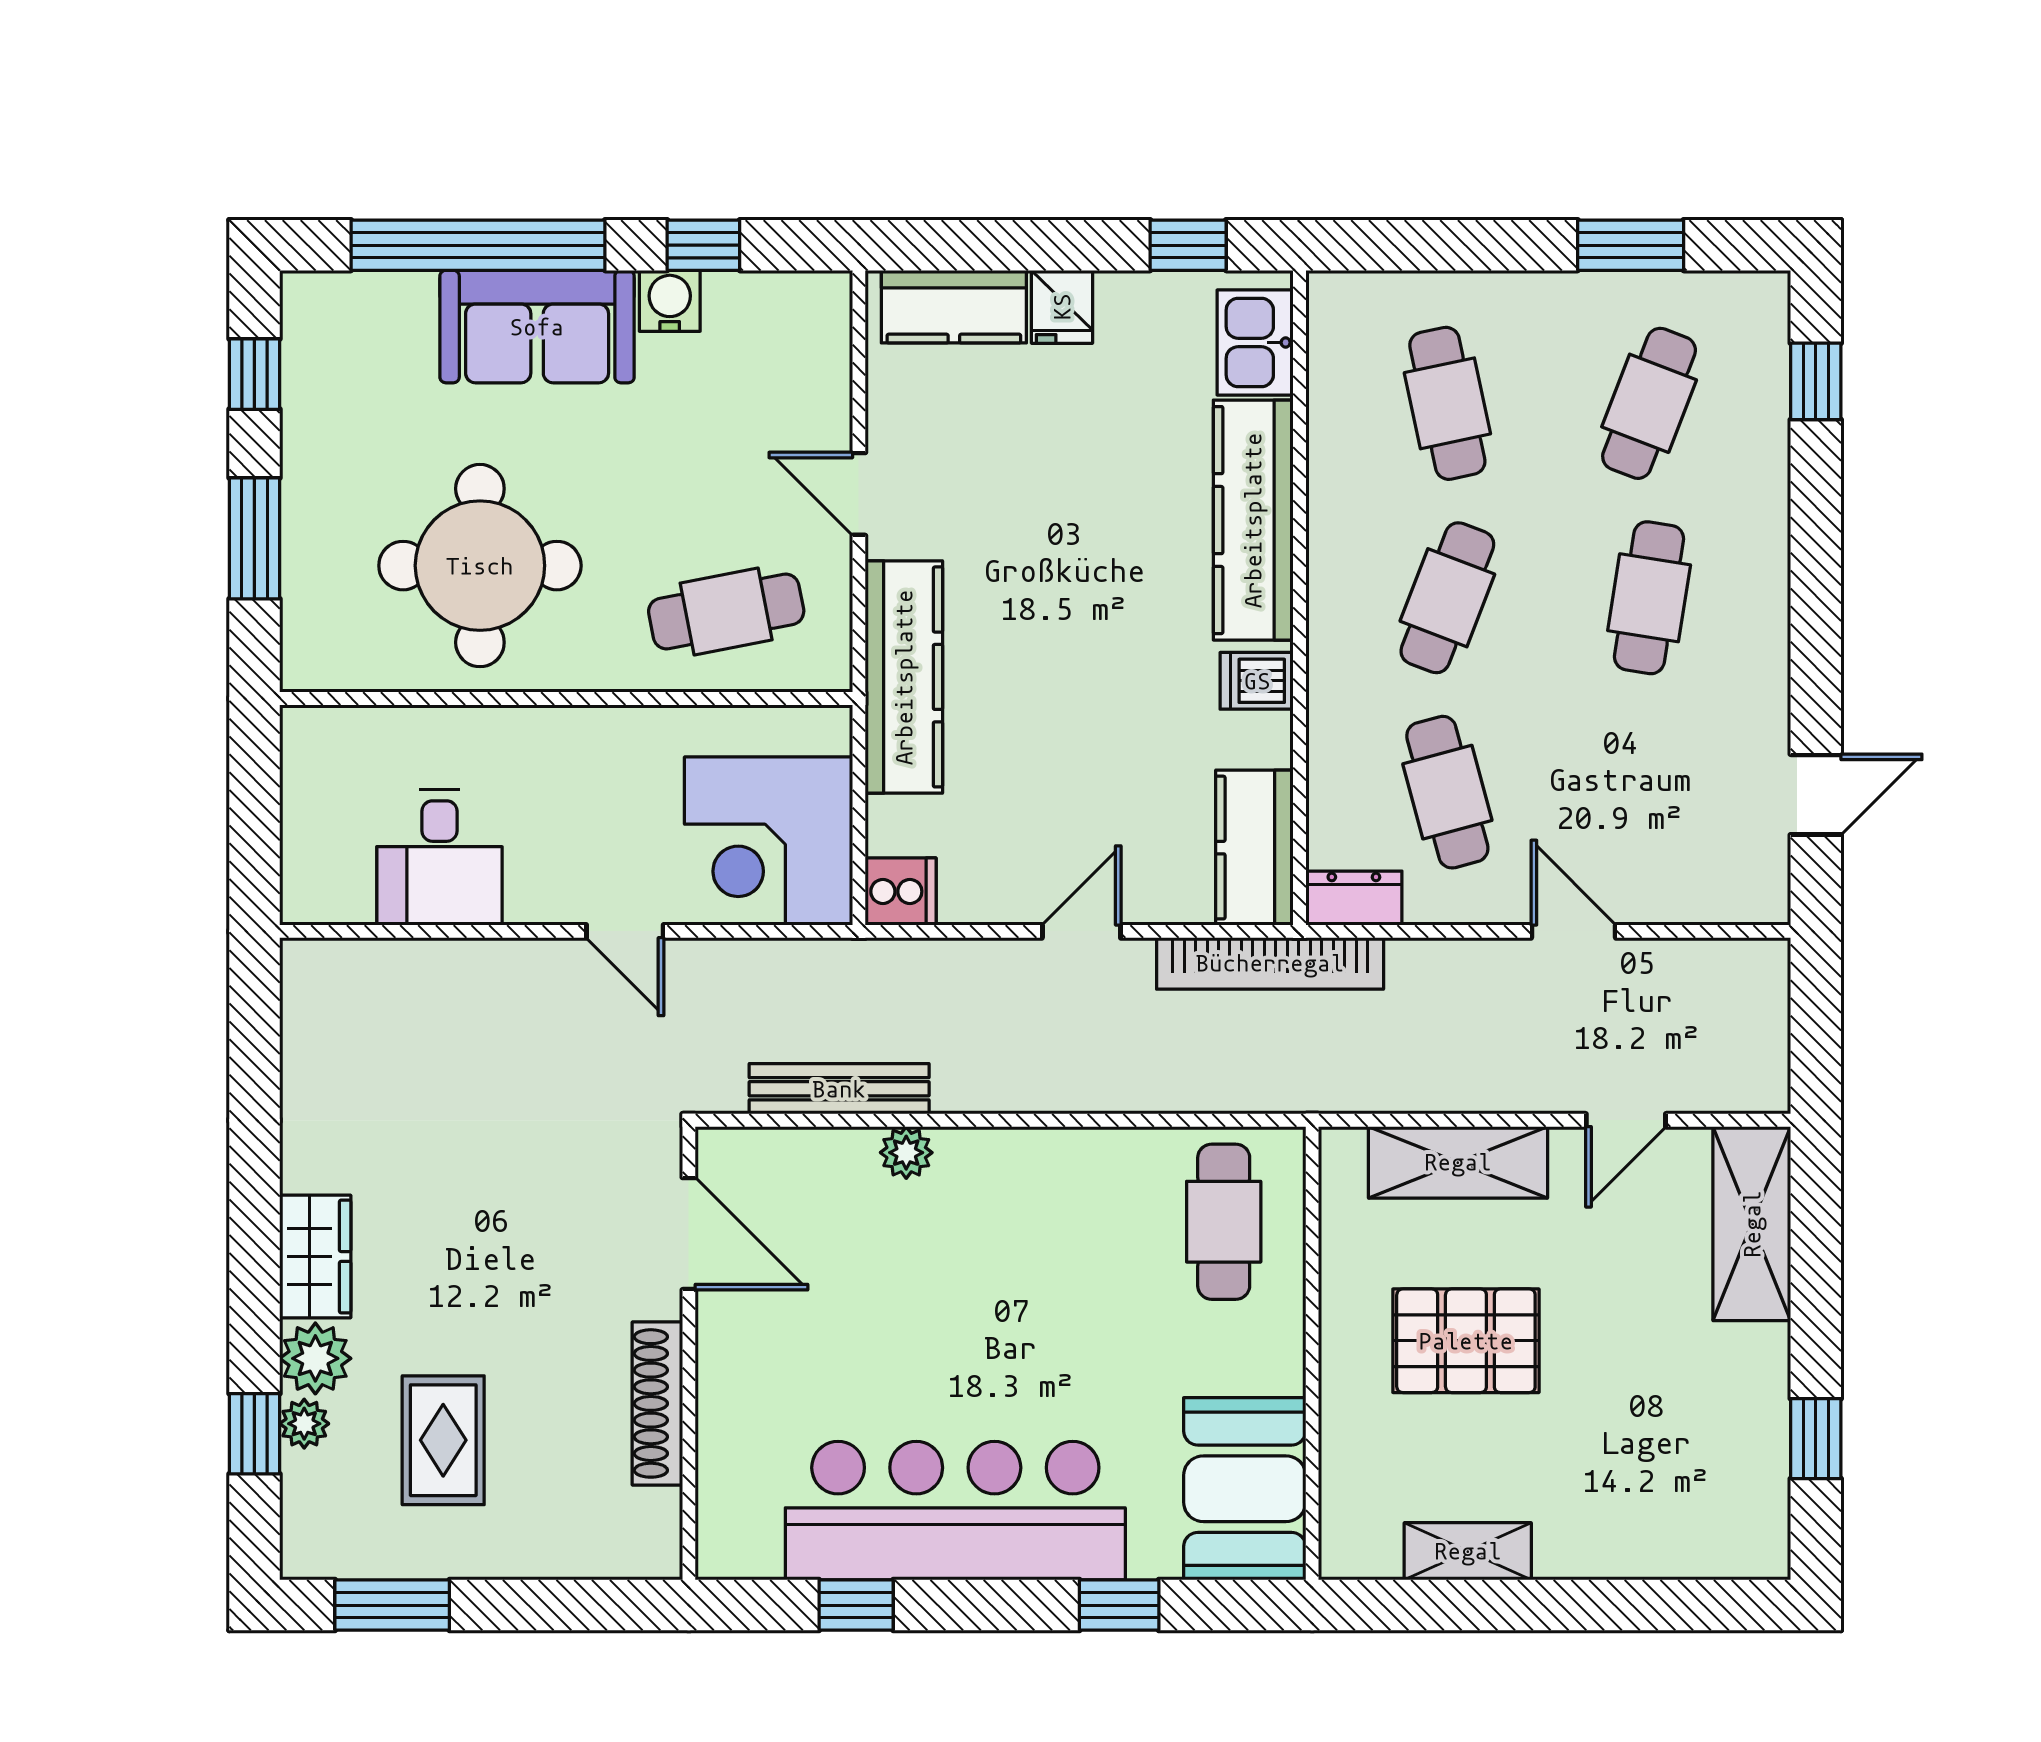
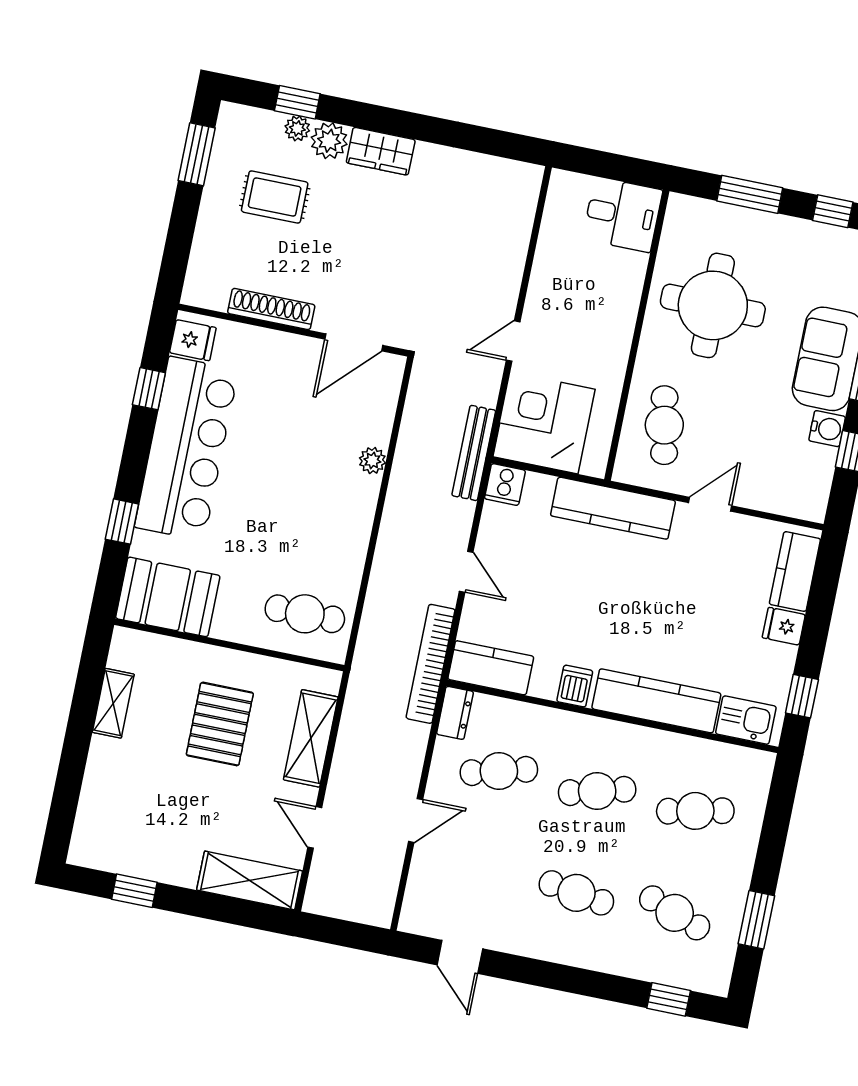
cafe table: (1447, 598) -> (597, 791), turned -36
desk: (440, 858) -> (623, 215), moved, turned 180
bench: (839, 1089) -> (474, 453), moved
fridge: (747, 1540) -> (193, 340), added

